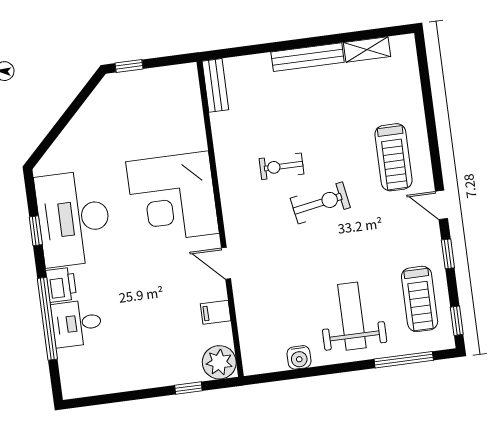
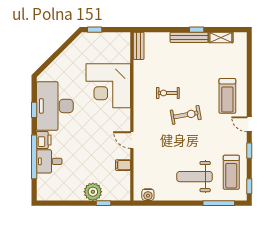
window: (320, 41) -> (197, 30), added
corner desk: (172, 197) -> (108, 86), moved
weight bench: (352, 316) -> (195, 177), turned -90
water cooler: (299, 357) -> (148, 195), moved
plant: (219, 362) -> (93, 192), moved

